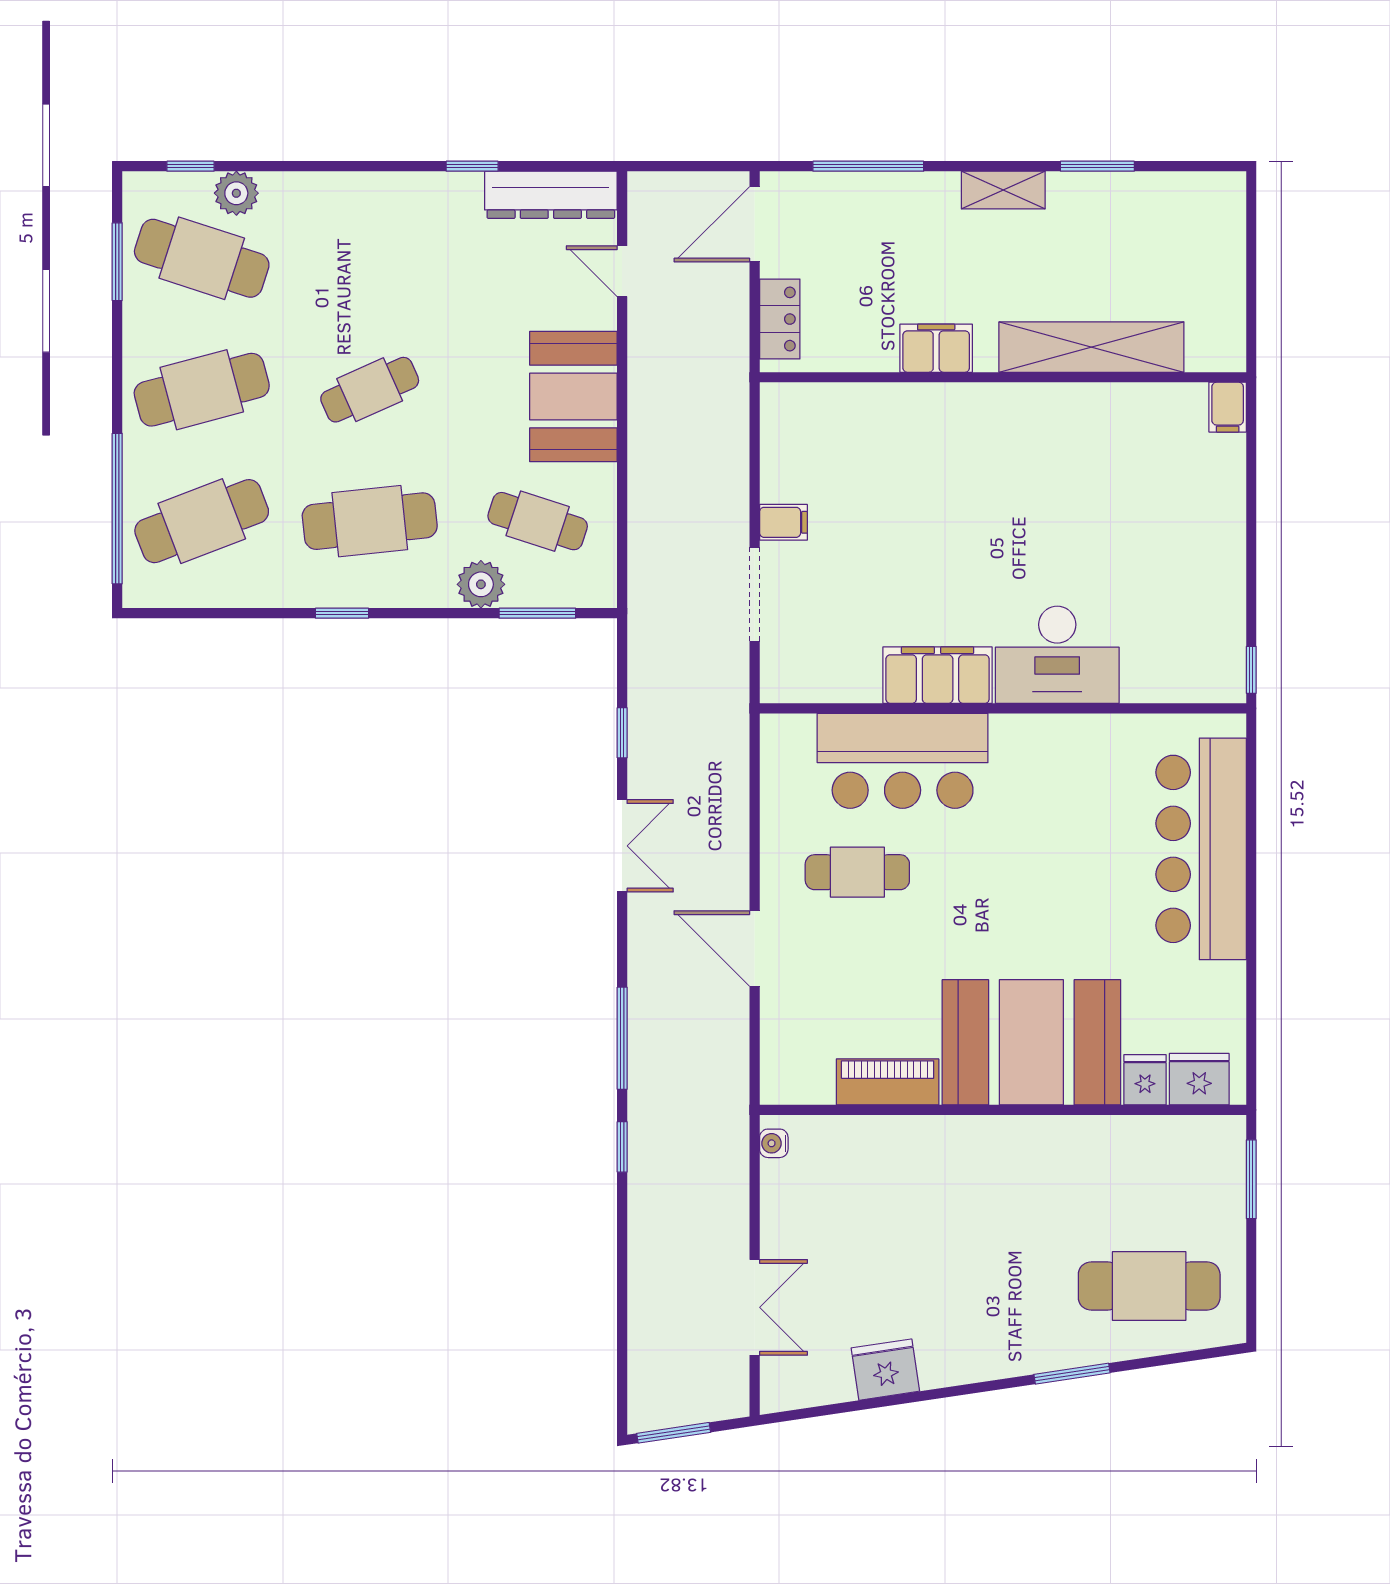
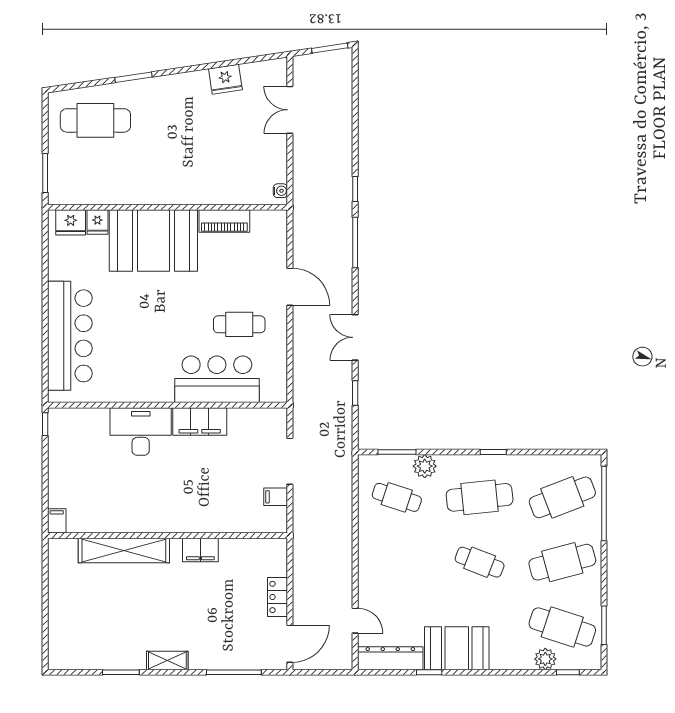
shelving: (1091, 347) -> (124, 551), moved
filing cabinet: (936, 348) -> (200, 550), moved
wall: (1003, 377) -> (167, 536), moved
cafe table: (370, 390) -> (480, 562), turned 45
booth: (573, 397) -> (457, 648), moved, turned 90
filing cabinet: (1228, 407) -> (57, 521), moved

